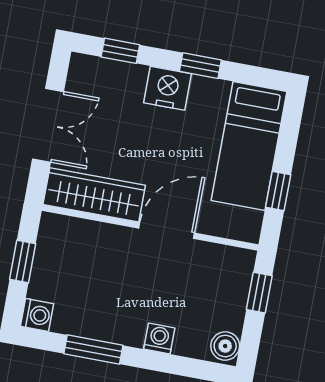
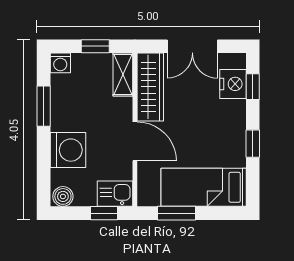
nightstand: (168, 88) -> (233, 84), moved
window: (278, 191) -> (176, 213), width x1.50
shelving: (70, 230) -> (123, 74), added
kitchen sink: (235, 272) -> (115, 194), added
washing machine: (159, 339) -> (68, 150), width x1.89, depth x1.89

